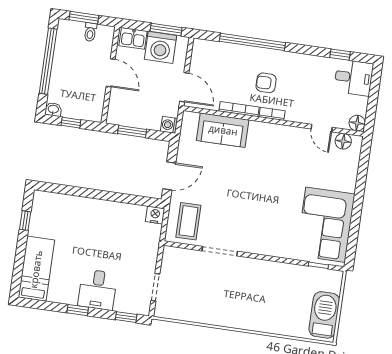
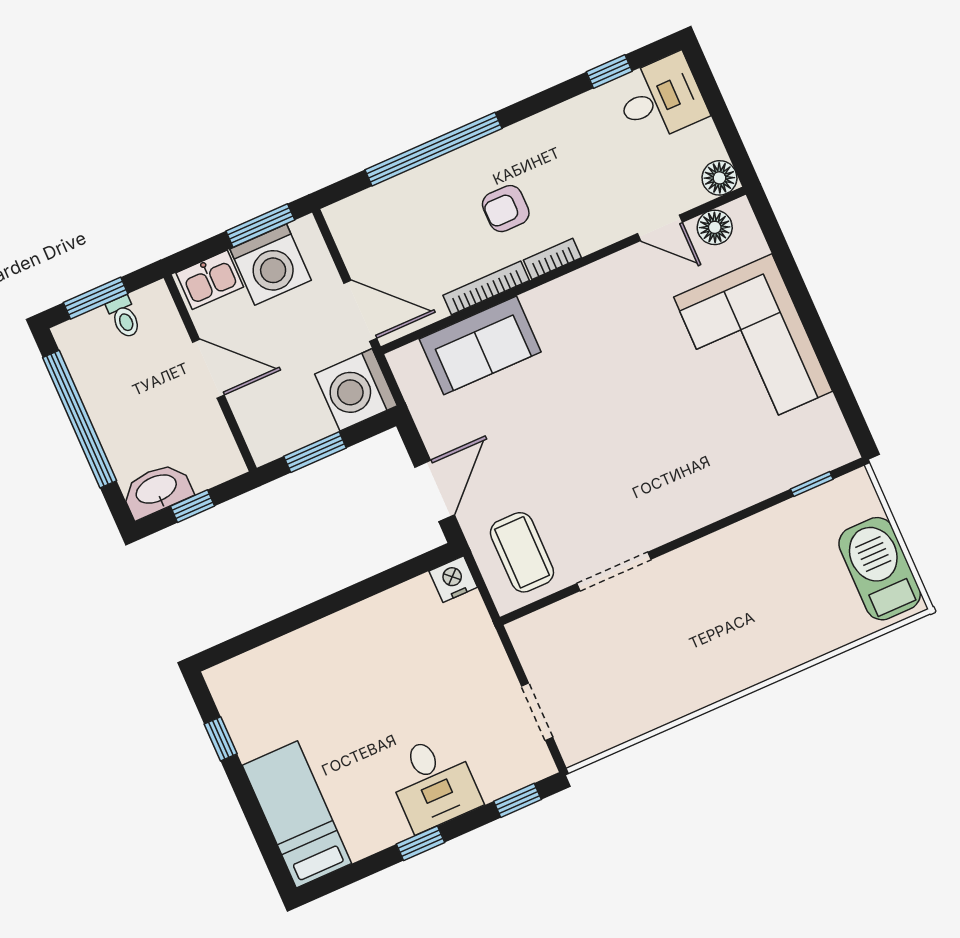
washbasin: (53, 109) -> (157, 490), width x1.91, depth x1.45
washing machine: (169, 125) -> (356, 390), width x1.89, depth x1.89
corner sofa: (326, 225) -> (753, 344), moved

